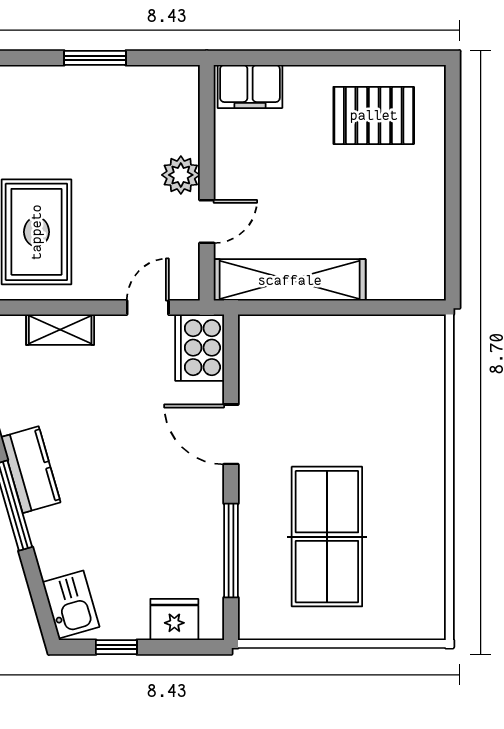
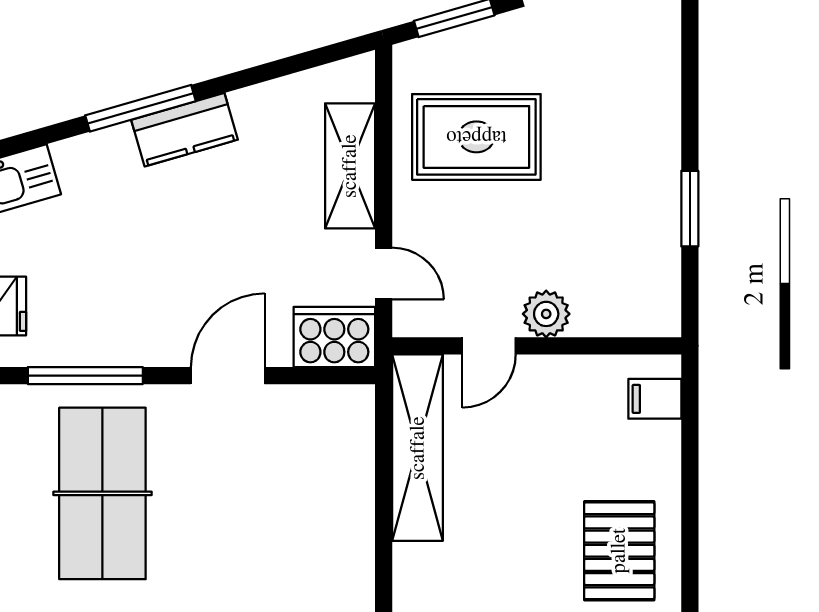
filing cabinet: (250, 86) -> (655, 399), width x0.50
door: (207, 222) -> (489, 346), hinge flipped
shelving: (60, 330) -> (350, 166), width x1.50, depth x1.33
table tennis table: (327, 537) -> (102, 493), turned 90

